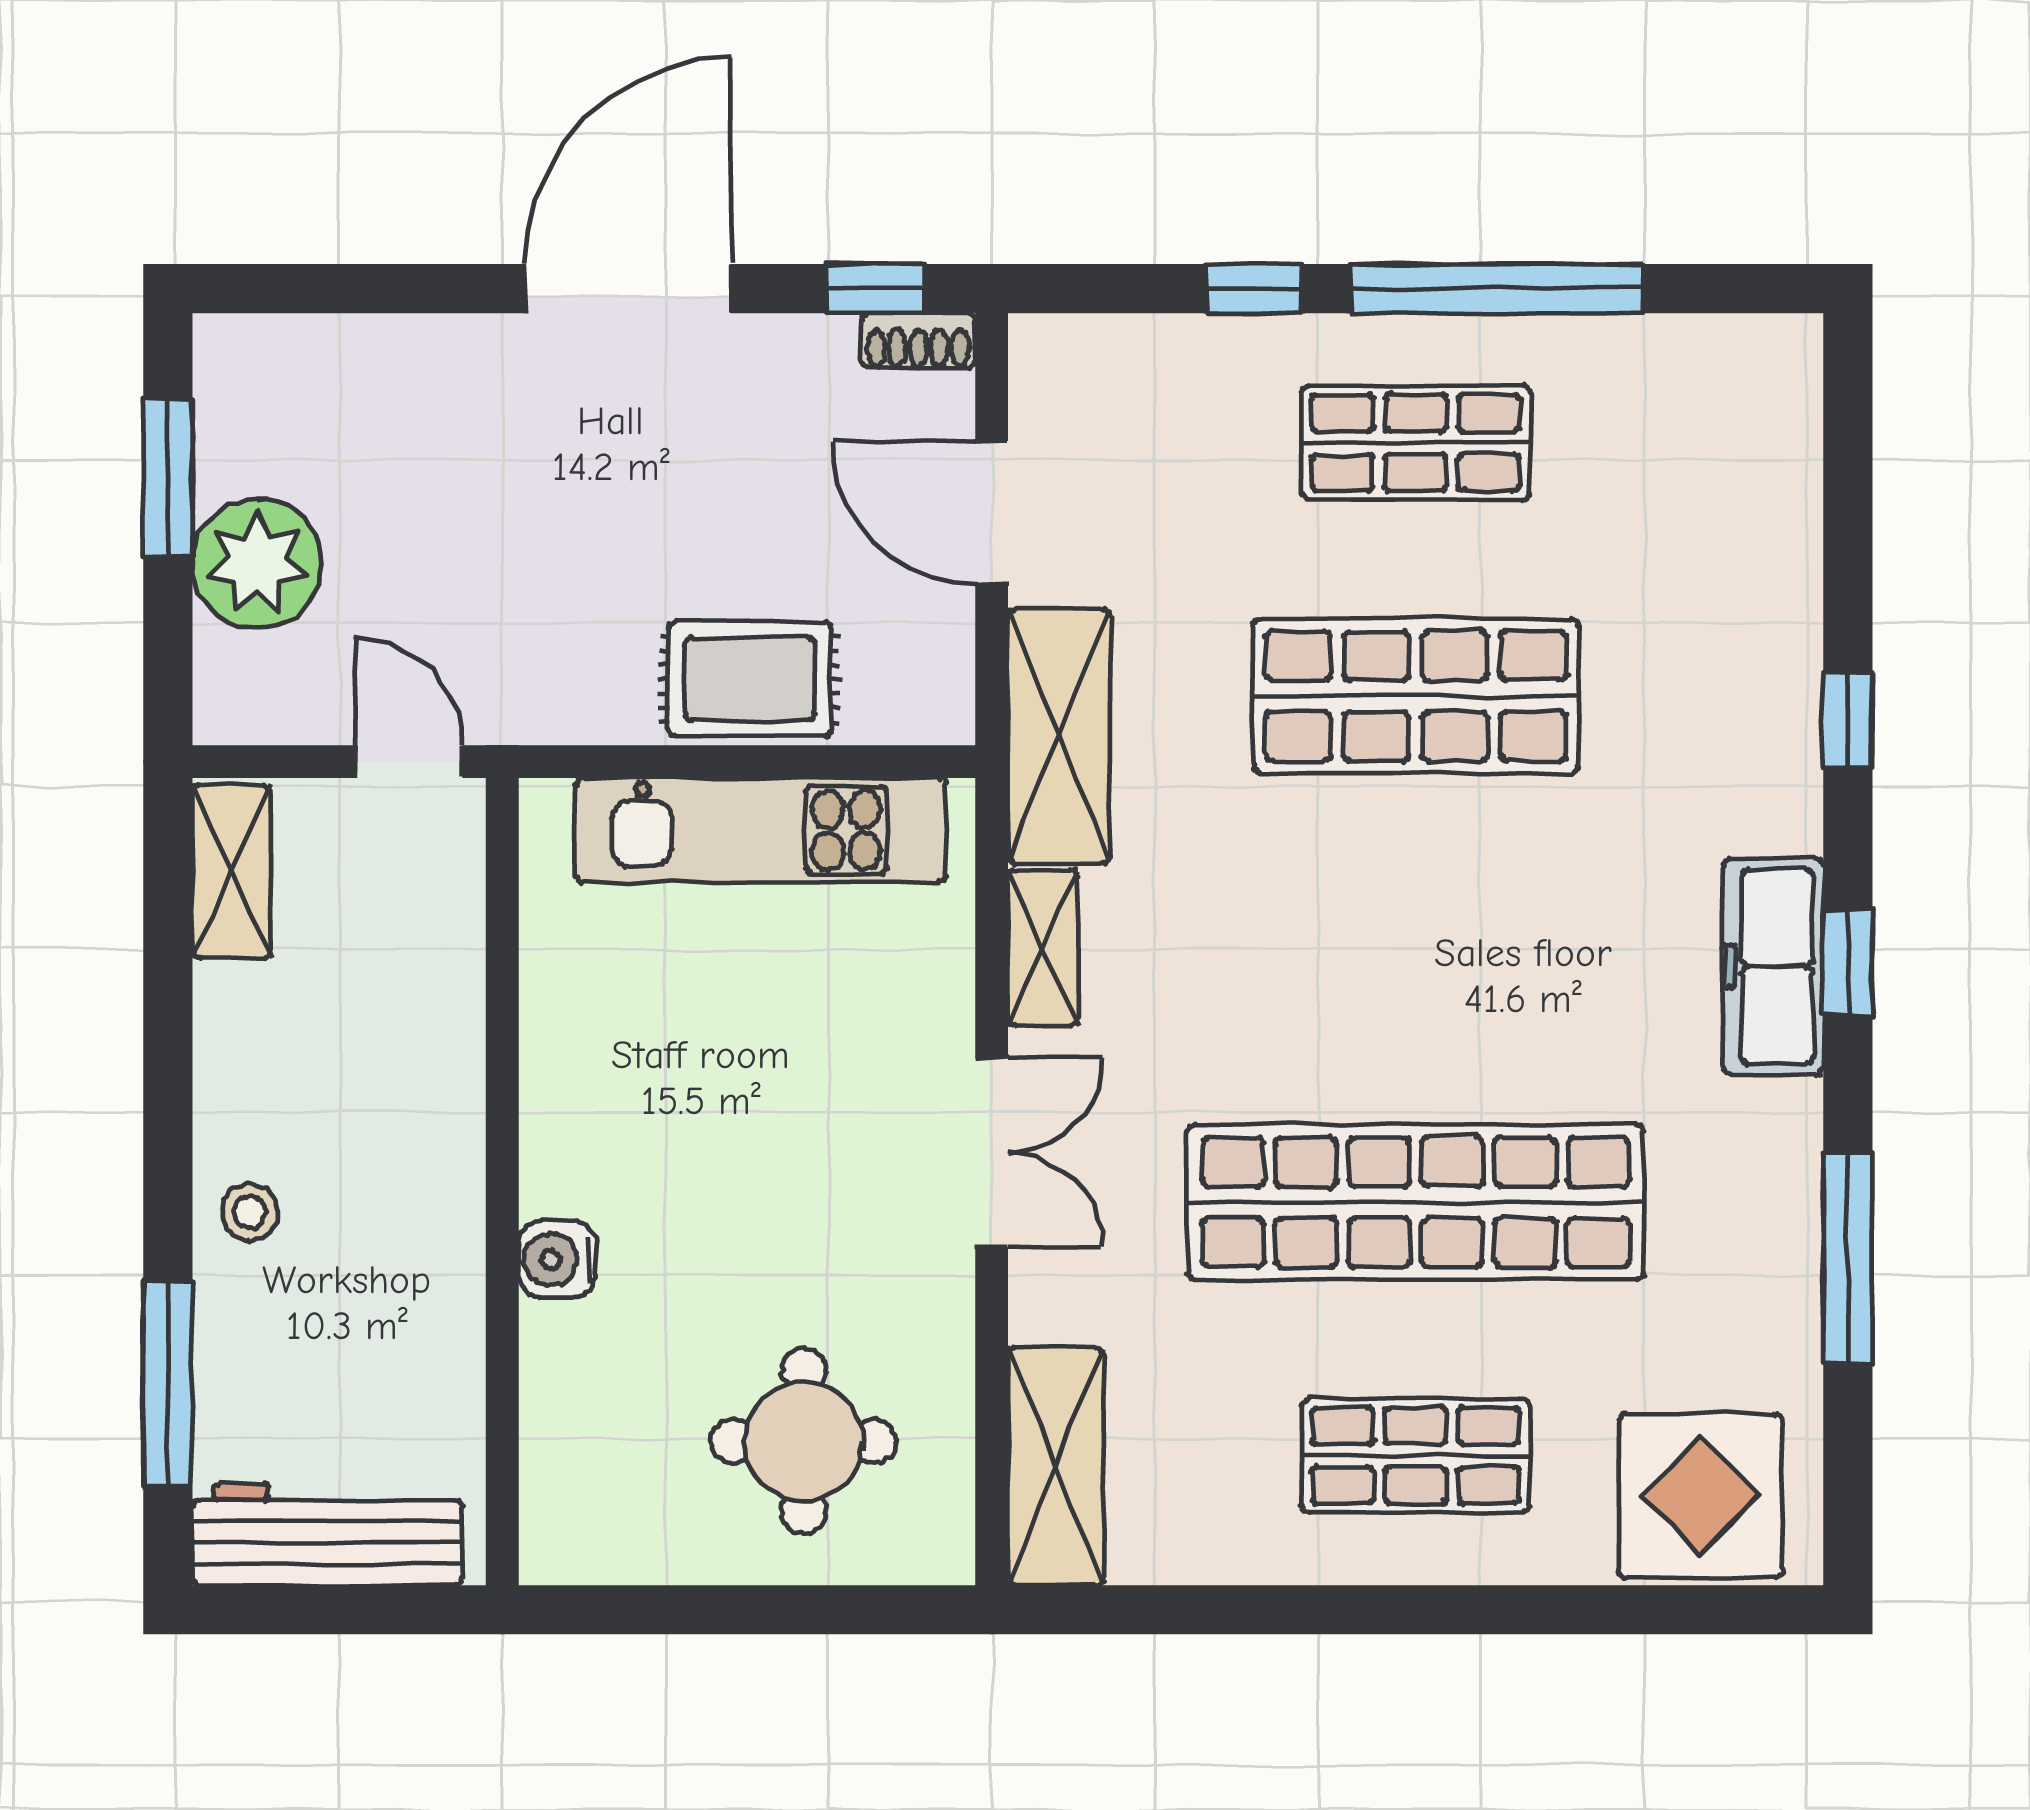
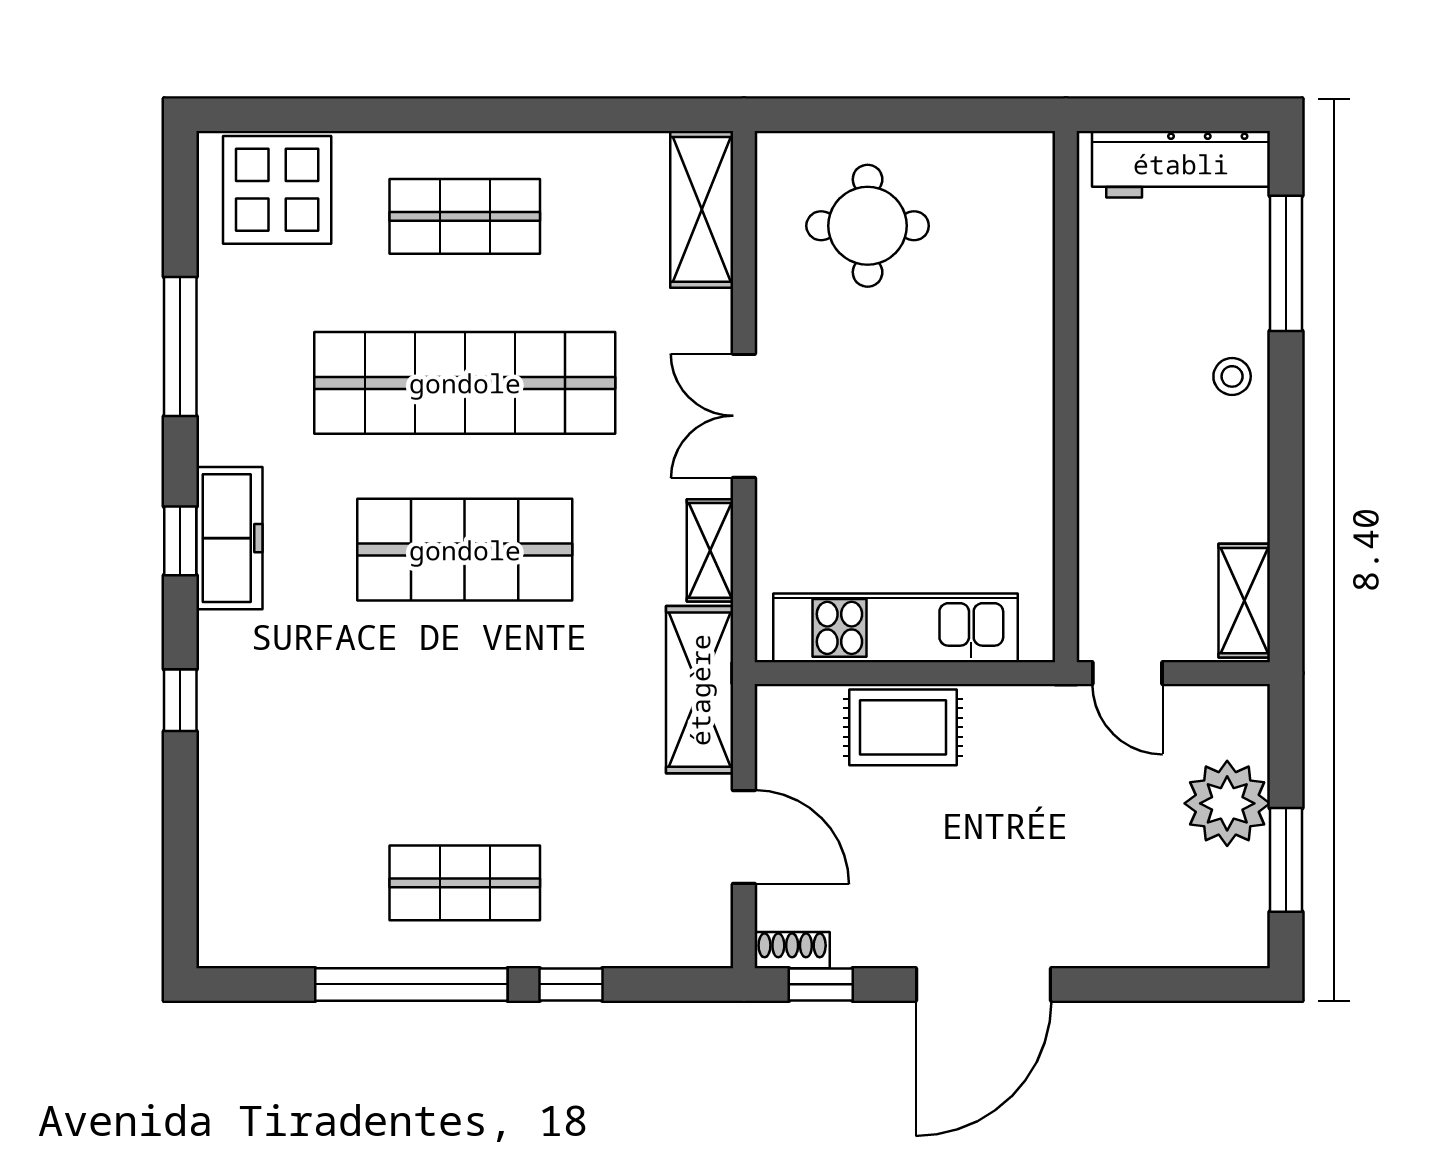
shop shelf: (1416, 696) -> (465, 550), moved
water cooler: (557, 1260) -> (1030, 345), removed

